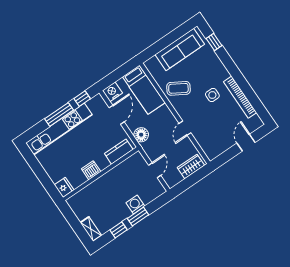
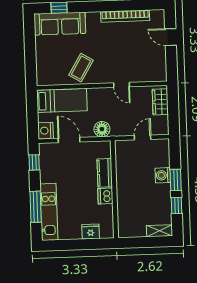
sofa: (180, 49) -> (60, 24), moved, turned 90
side table: (212, 95) -> (107, 40), removed
window: (59, 114) -> (36, 207), moved
kitchen unit: (59, 129) -> (49, 212), width x0.73
kitchen counter: (119, 152) -> (105, 173), moved
door: (155, 170) -> (143, 137), hinge flipped
fridge: (64, 187) -> (91, 232), moved

